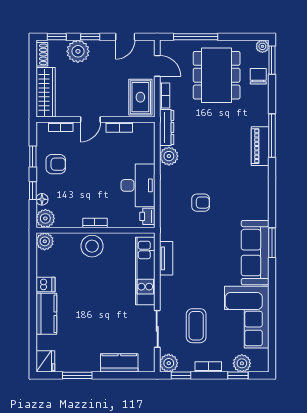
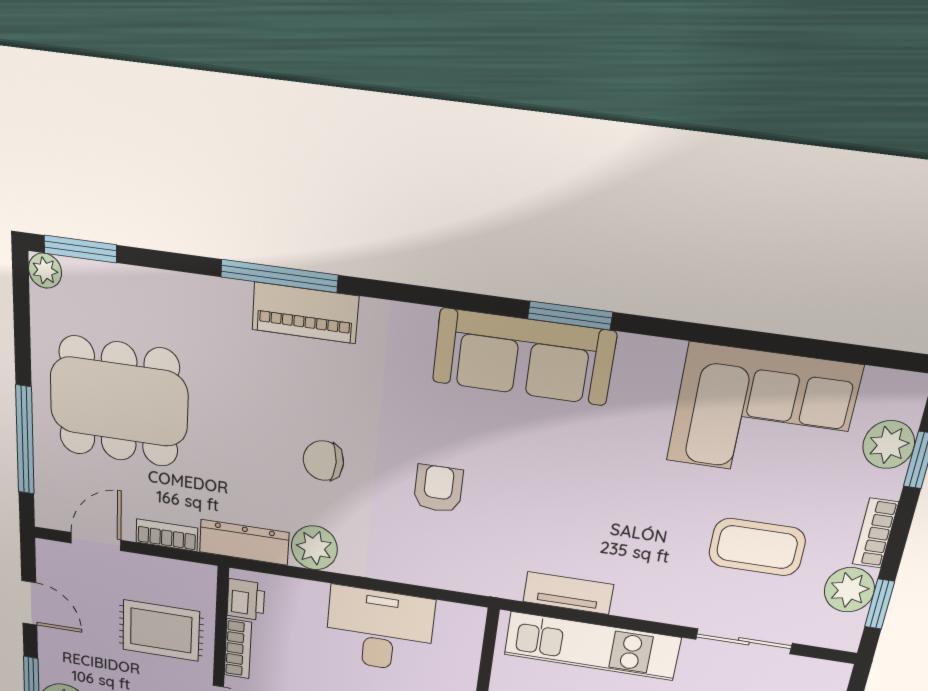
chair: (258, 76) -> (323, 461), moved
rug: (140, 97) -> (161, 631), moved
printer: (147, 216) -> (246, 600), moved, turned -90
sofa: (255, 253) -> (523, 357), moved
plant: (169, 363) -> (849, 590), moved

